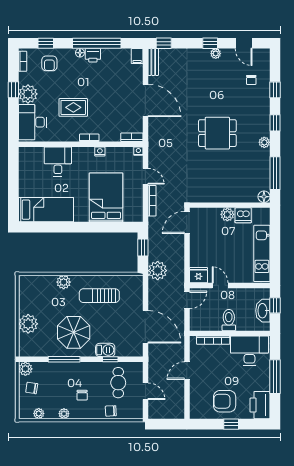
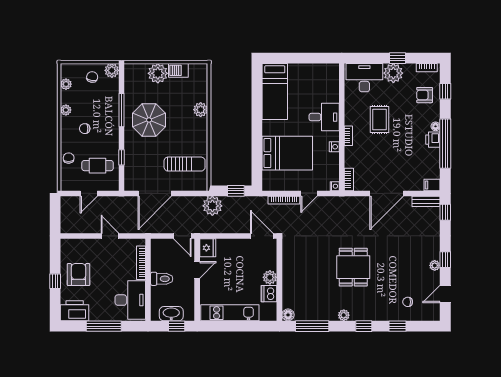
desk: (58, 161) -> (324, 117), moved
sun lounger: (99, 296) -> (185, 164), moved, turned 90
barbecue: (105, 350) -> (178, 70), moved, turned 90

